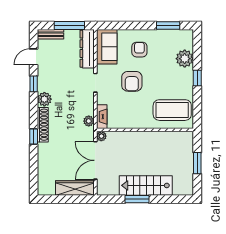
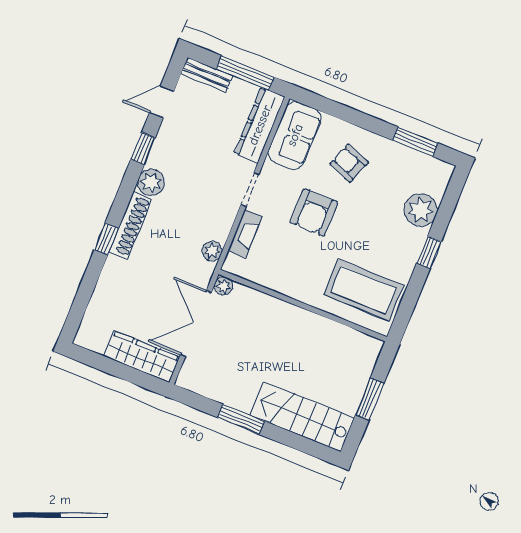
armchair: (139, 50) -> (349, 163), turned -69
fireplace: (102, 117) -> (245, 234), moved
stairs: (146, 185) -> (302, 416), moved

